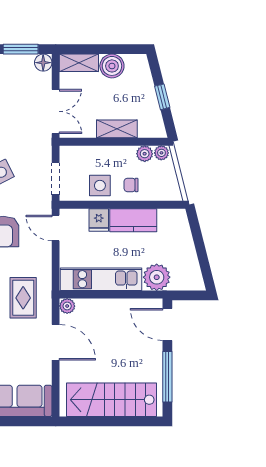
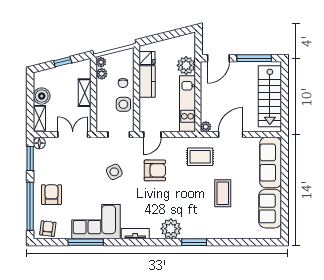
fridge: (99, 220) -> (147, 58), moved

